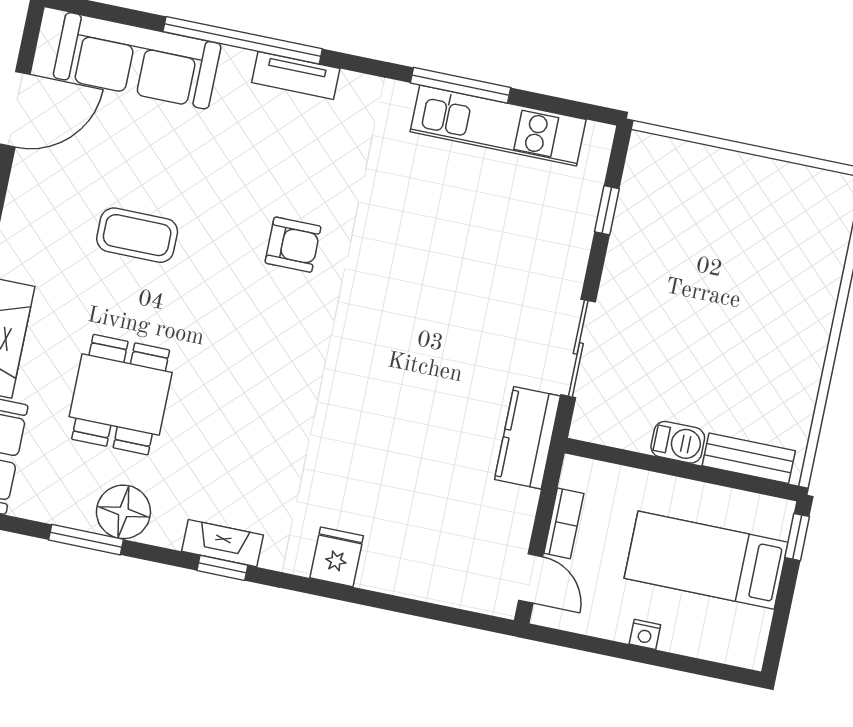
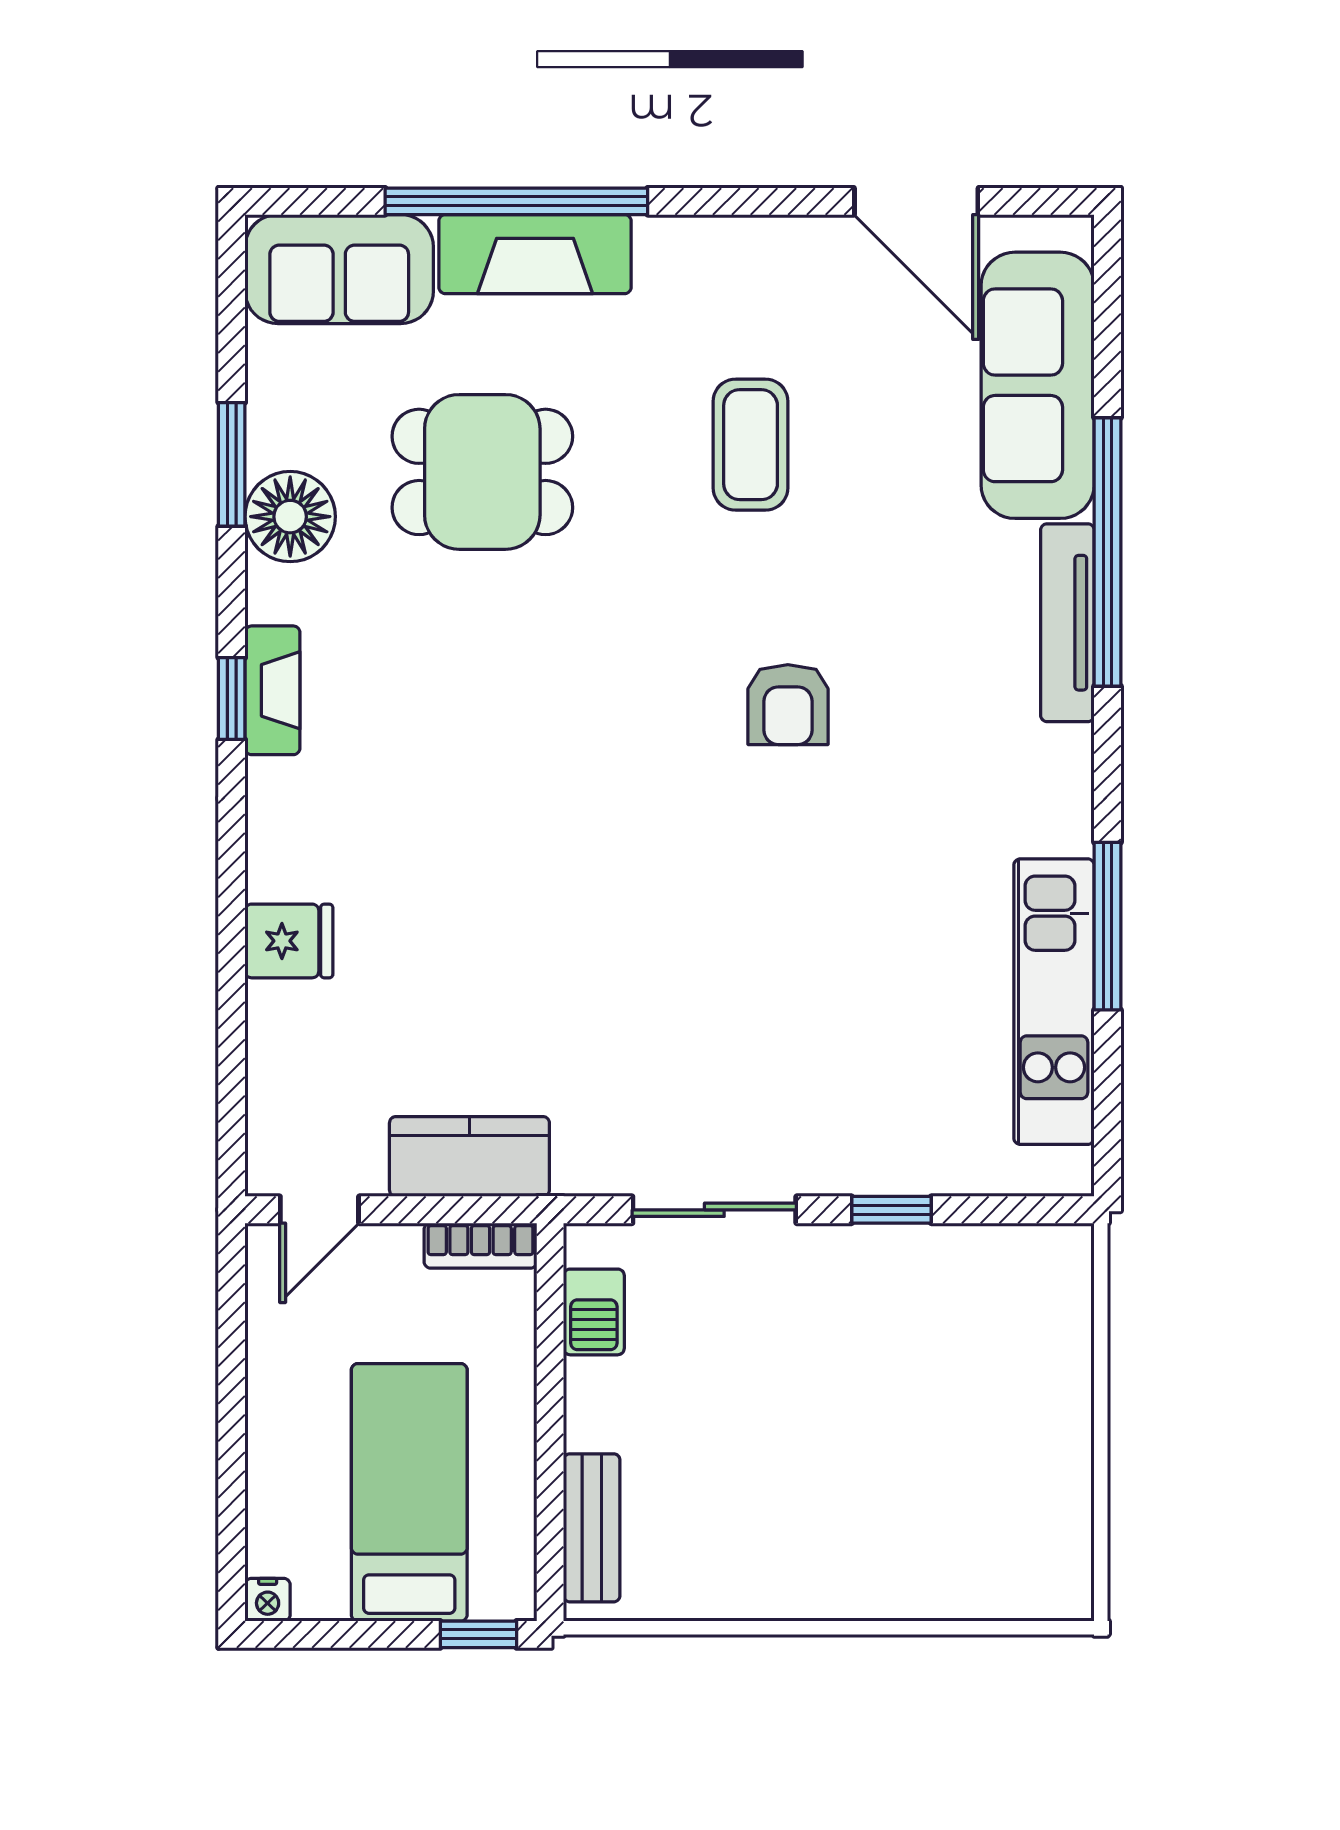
tv unit: (296, 76) -> (1067, 623), width x1.41
window: (607, 210) -> (891, 1210), moved
kitchen counter: (527, 438) -> (469, 1156), moved
barbecue: (678, 442) -> (594, 1312), moved
bookcase: (564, 523) -> (481, 1246), moved
fridge: (337, 557) -> (289, 941), moved
nightstand: (645, 634) -> (268, 1600), moved, turned -90

